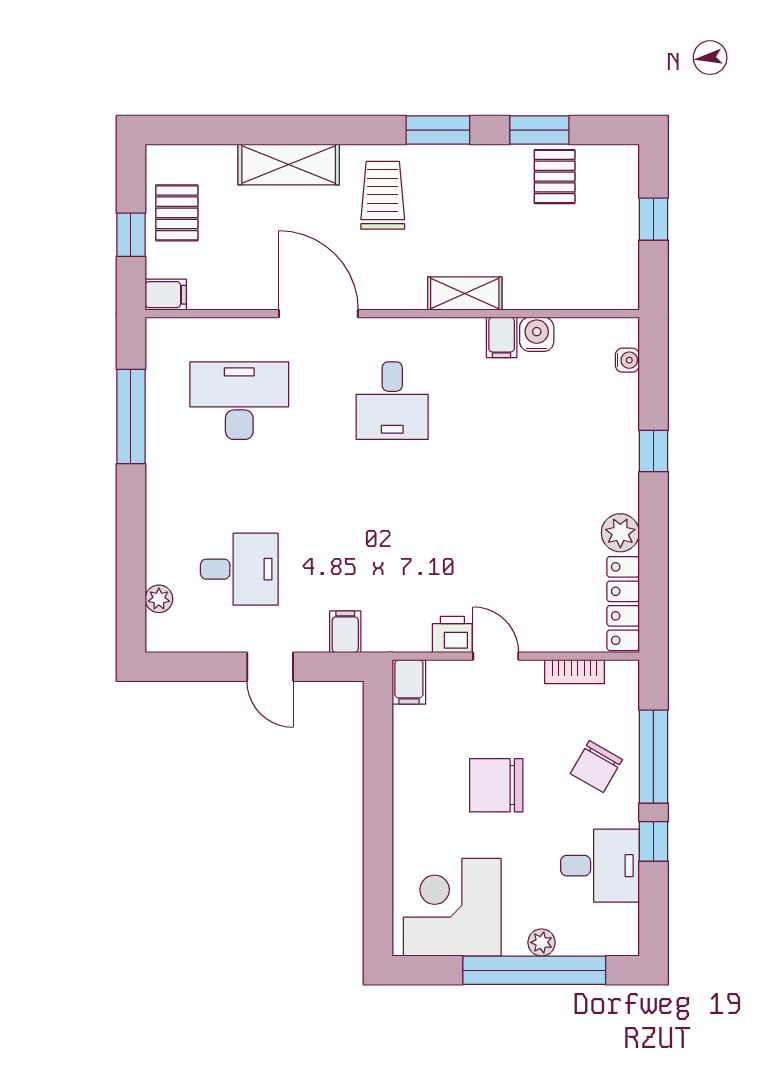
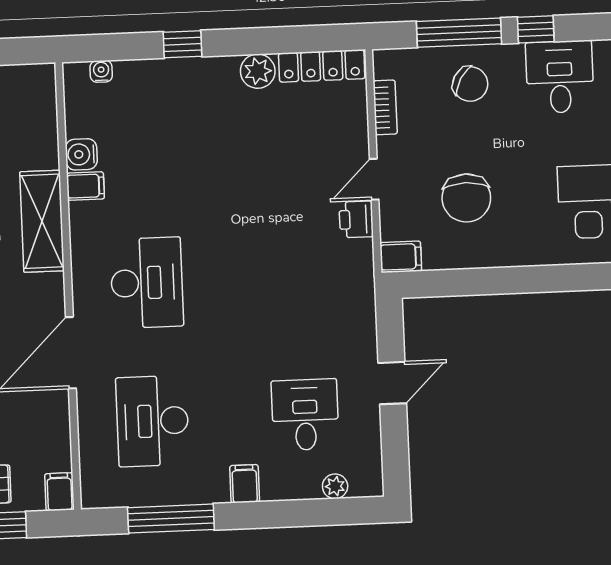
shelving: (465, 293) -> (42, 221), width x1.50, depth x1.33
desk: (392, 401) -> (147, 283), width x1.37
filing cabinet: (345, 632) -> (245, 484), moved, turned 90
chair: (496, 785) -> (466, 198), moved

